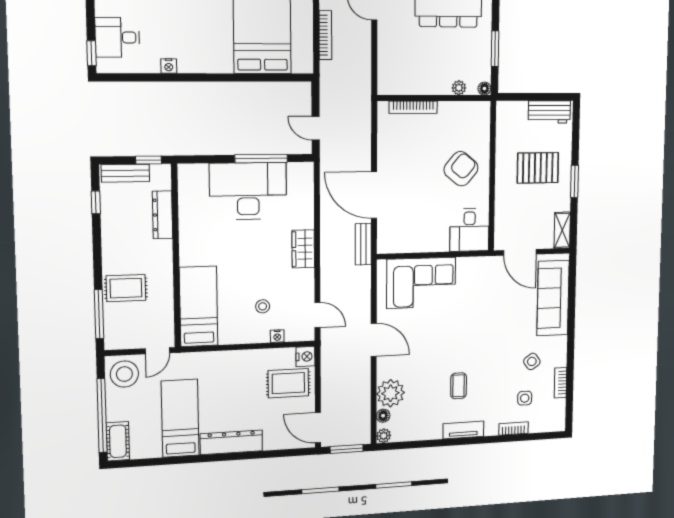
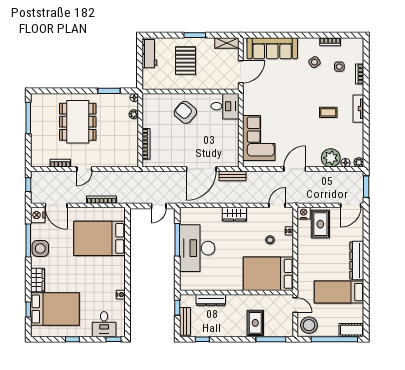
bed: (199, 306) -> (268, 274), width x1.50

